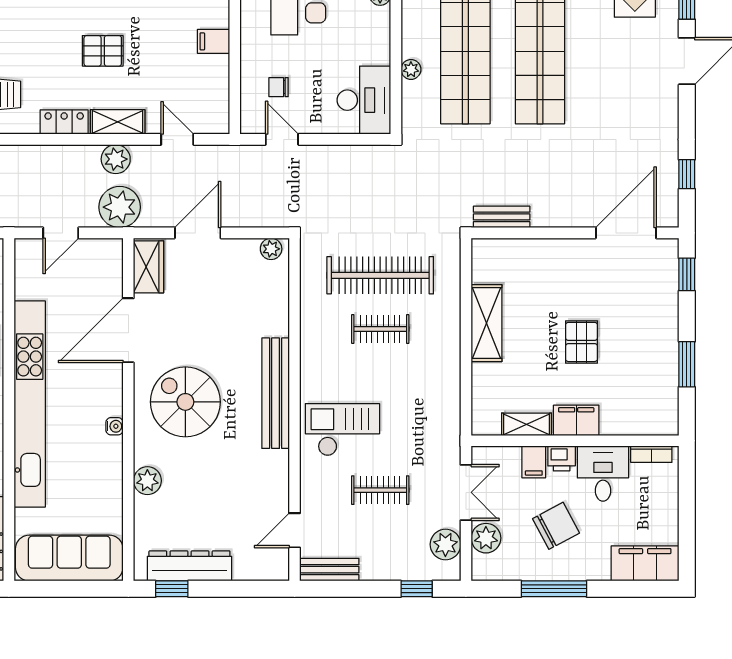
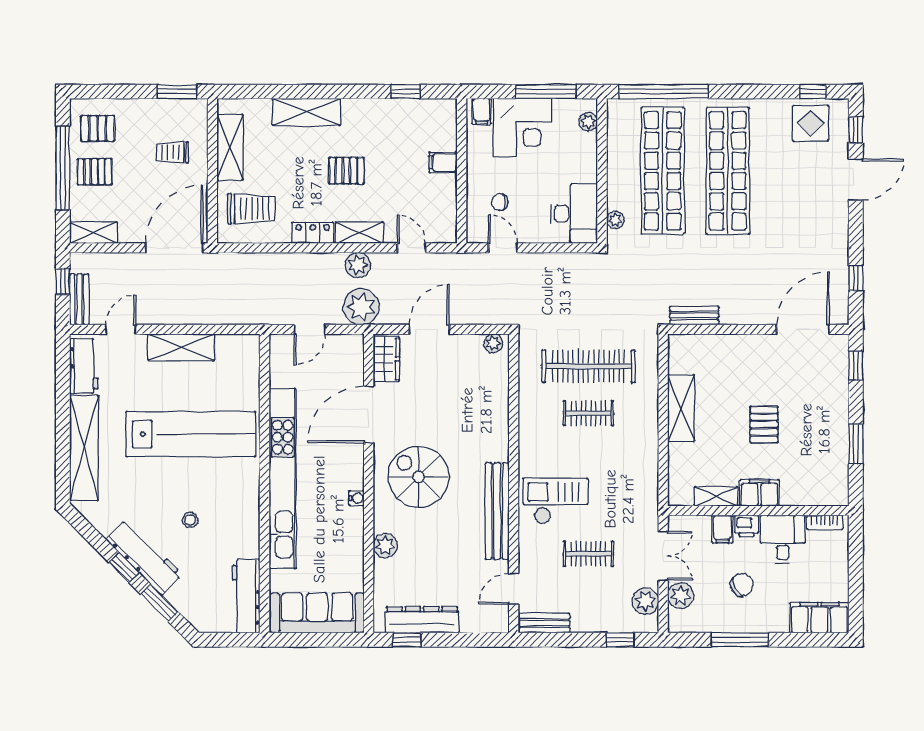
plant: (411, 69) -> (615, 220), moved
bench: (276, 393) -> (497, 511), moved
chair: (556, 526) -> (742, 585), width x0.73, depth x0.73

